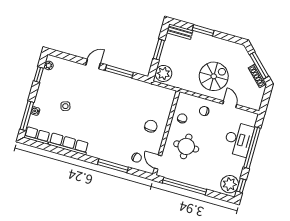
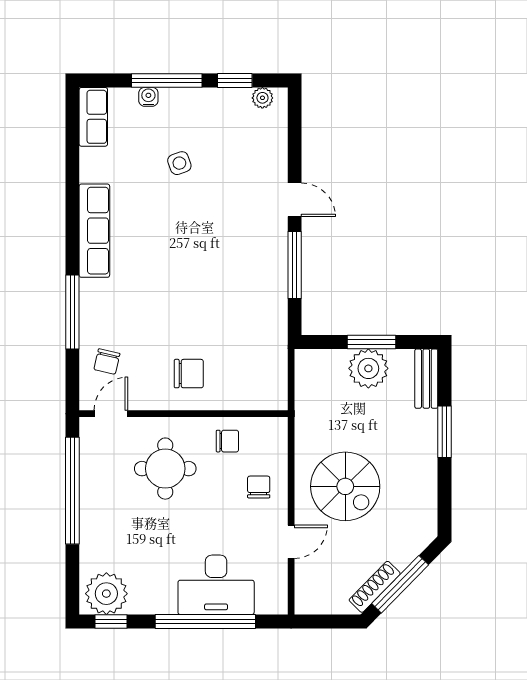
plant: (163, 73) -> (368, 368), moved
window: (27, 116) -> (167, 81), moved
row of seats: (69, 144) -> (94, 231), moved

